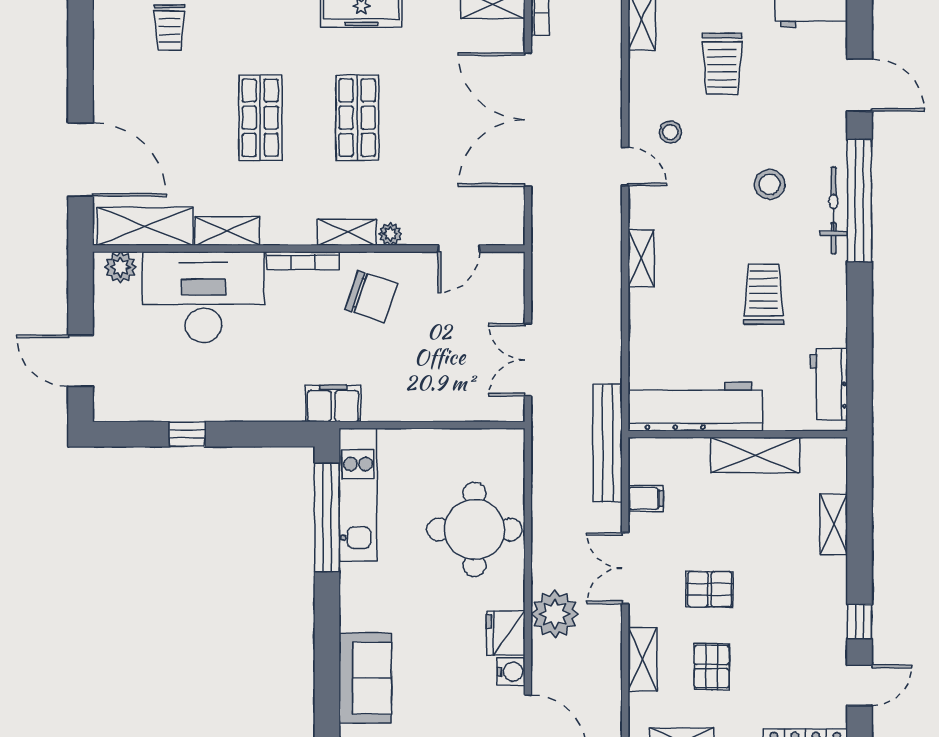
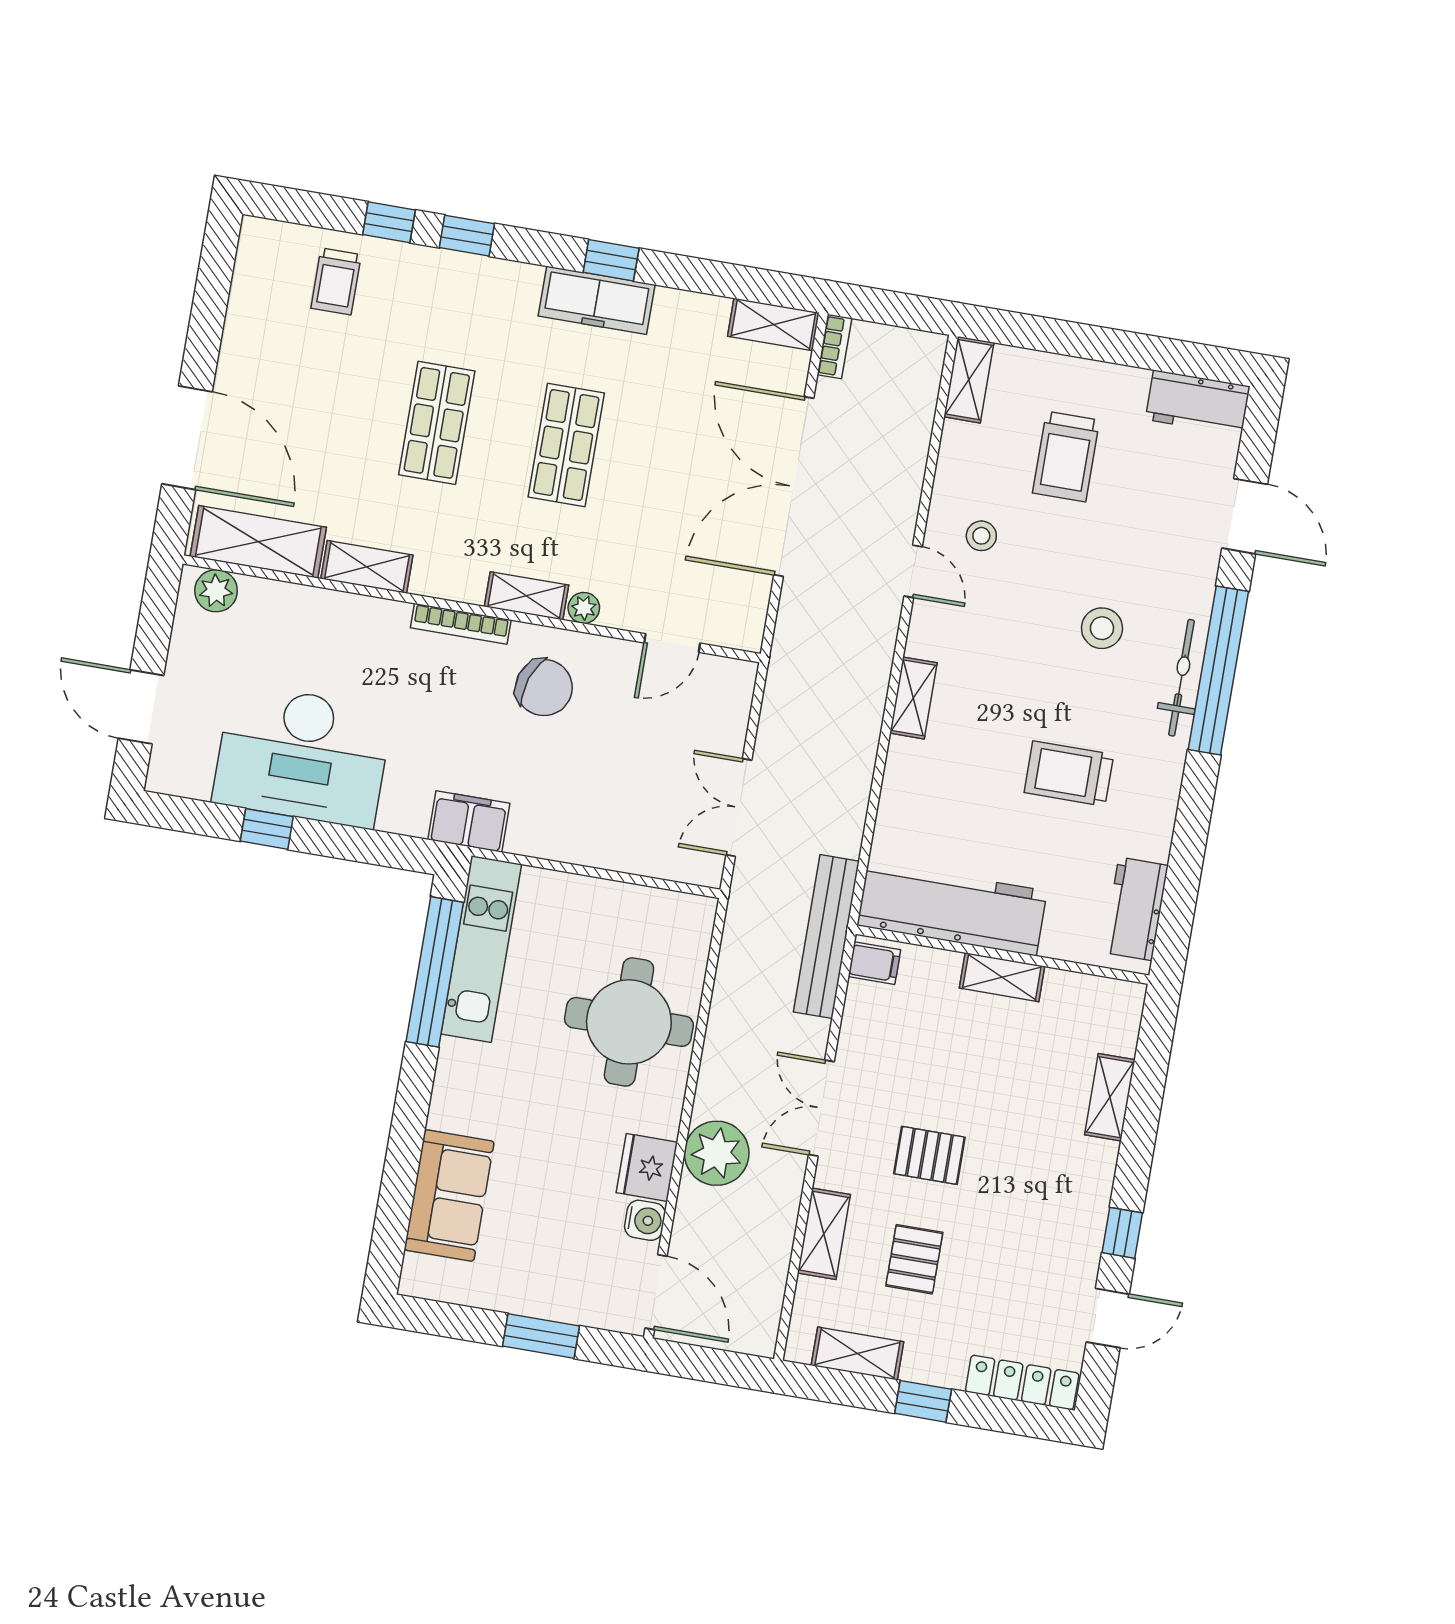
trolley: (764, 294) -> (1069, 774), turned -90
desk: (203, 297) -> (302, 756), moved, turned 180
shelving: (755, 455) -> (1002, 977), width x0.67, depth x0.75
filing cabinet: (646, 499) -> (874, 963), moved

